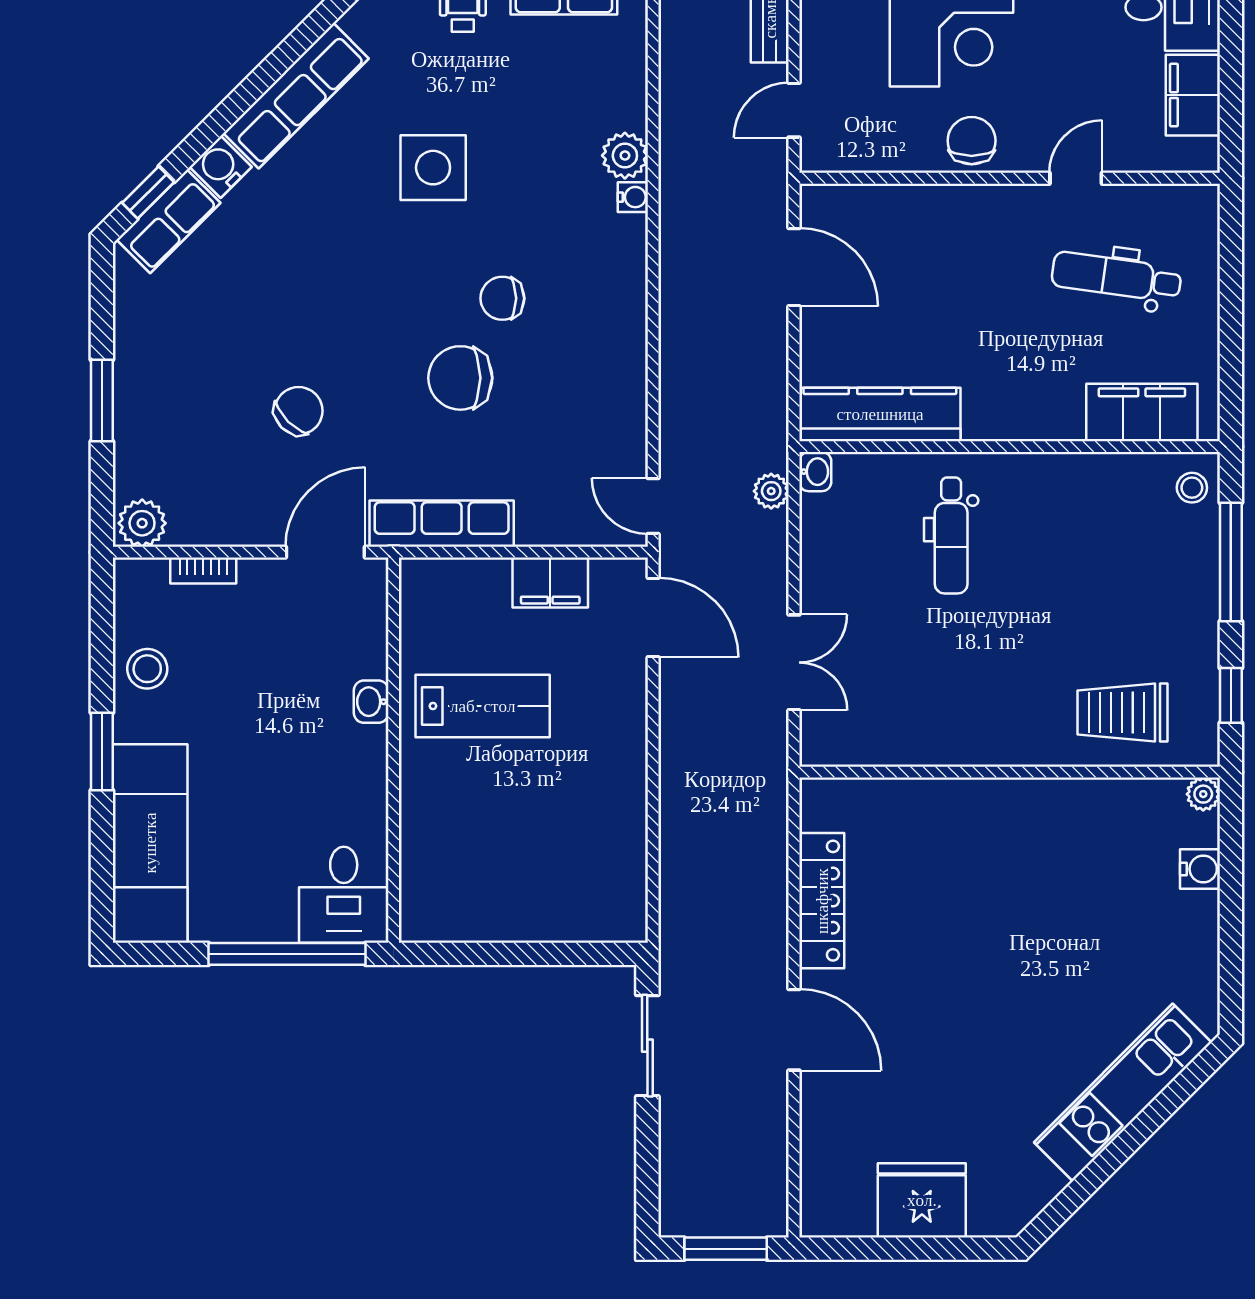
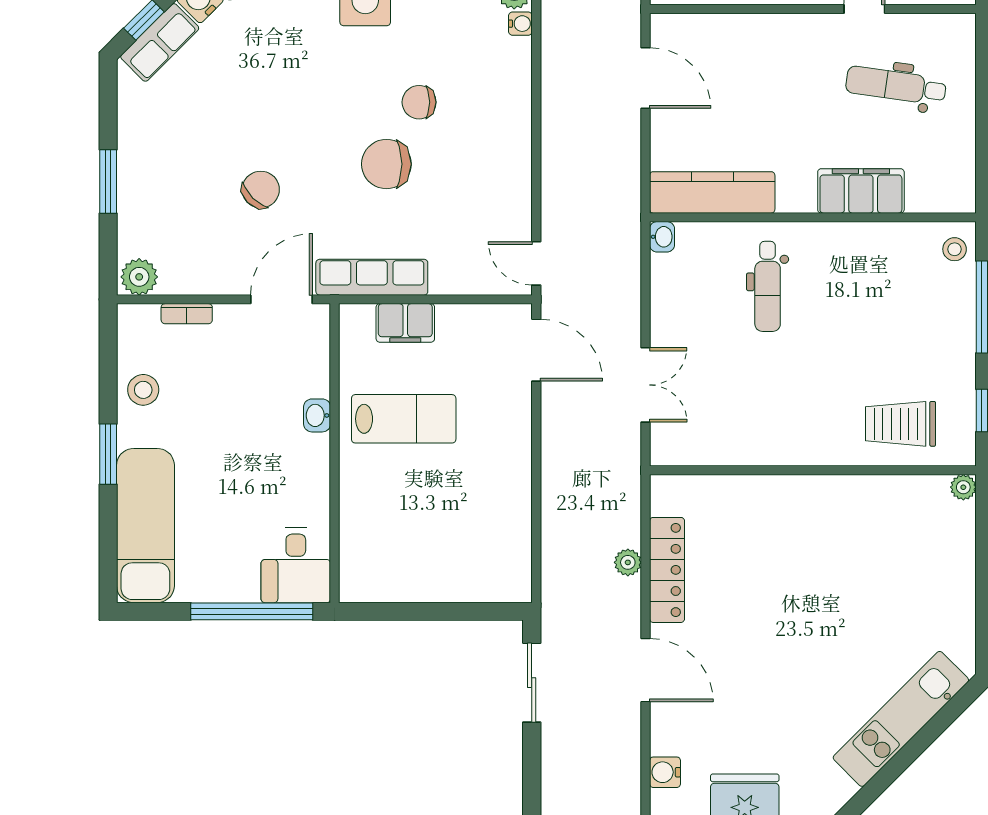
filing cabinet: (1142, 413) -> (861, 191), moved
plant: (771, 491) -> (628, 562), moved
filing cabinet: (550, 583) -> (405, 323), moved
water cooler: (1200, 869) -> (665, 772), moved, turned 180

